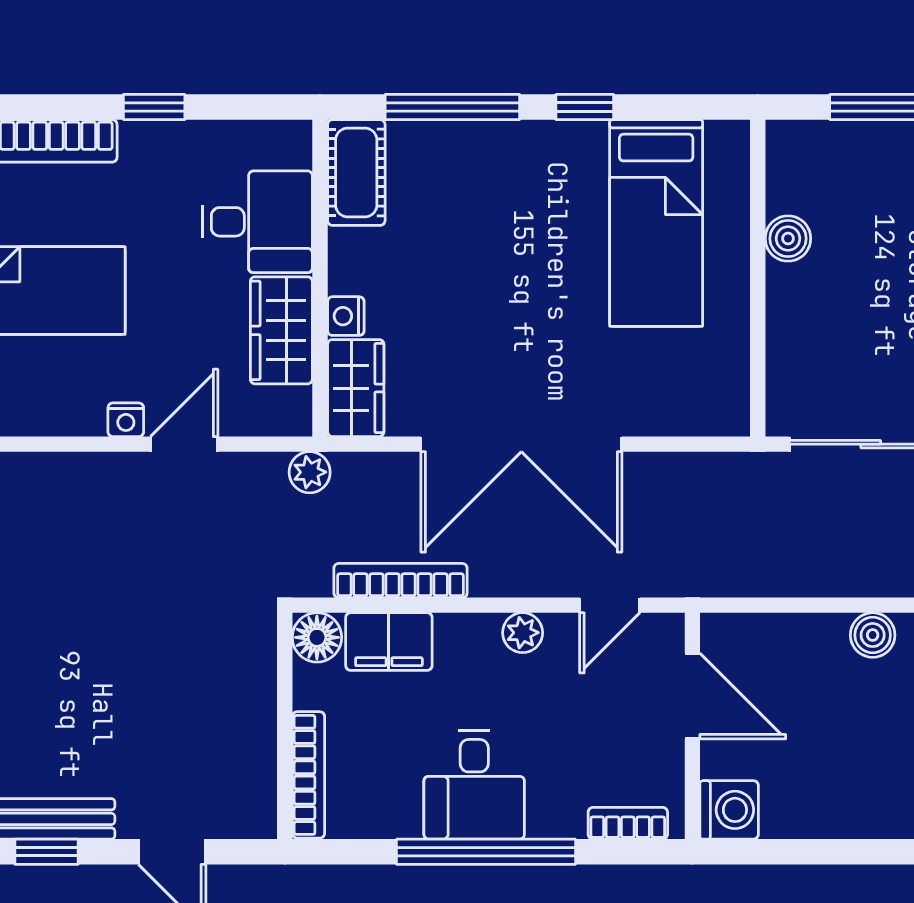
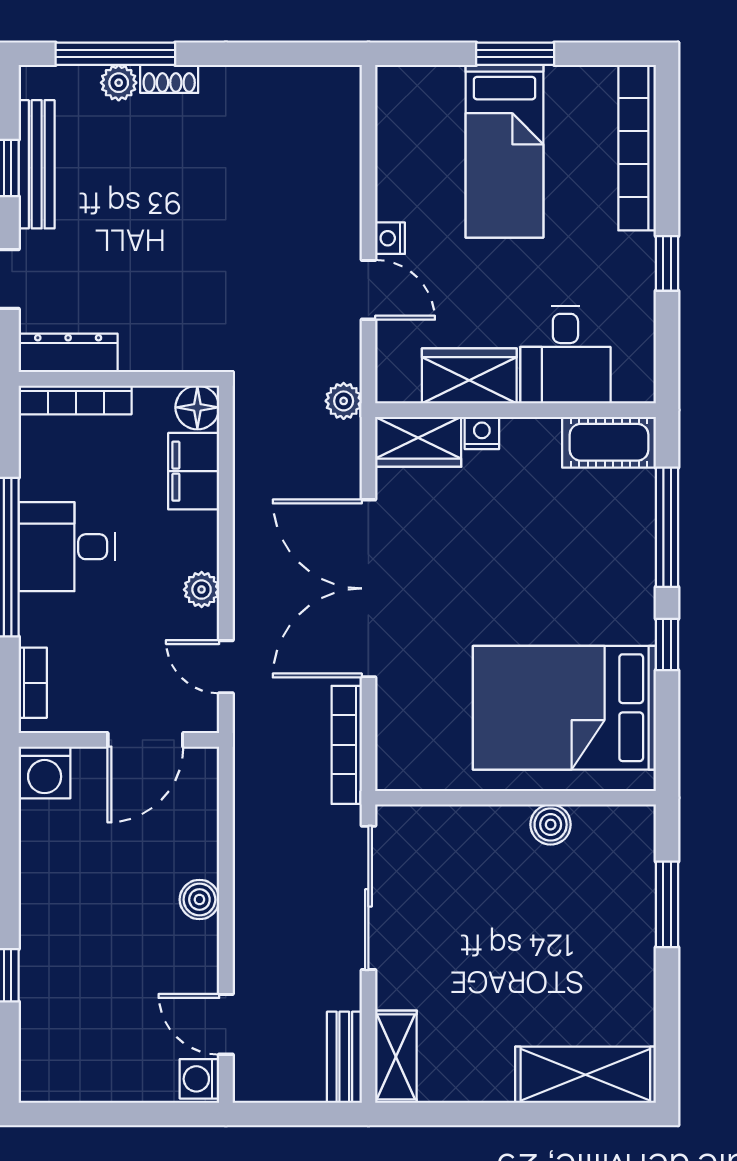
bed: (656, 223) -> (564, 708), width x1.50
bookcase: (400, 581) -> (347, 745), moved, turned 180
dresser: (255, 783) -> (68, 353), added

